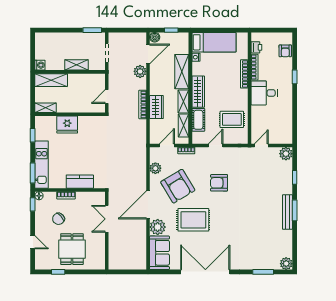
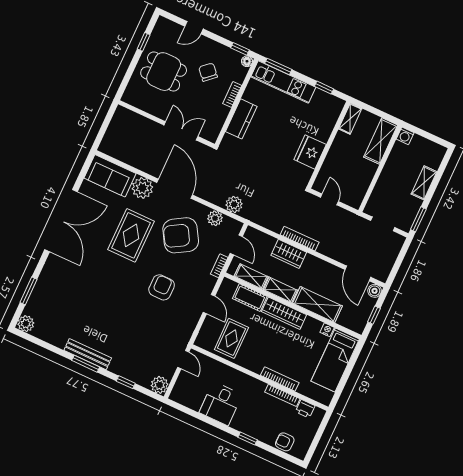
shelving: (76, 65) -> (424, 183), moved
plant: (140, 71) -> (234, 204), moved
desk: (264, 93) -> (221, 404), moved, turned 180
fridge: (67, 125) -> (310, 152), moved

